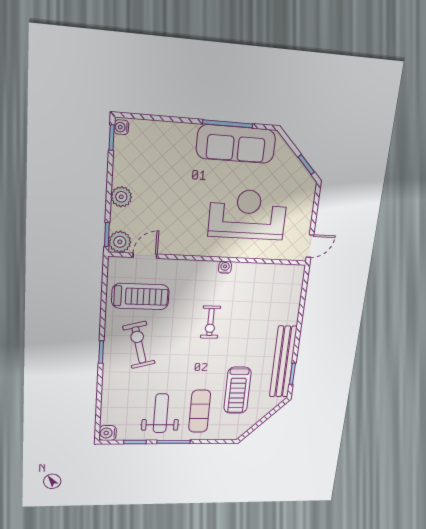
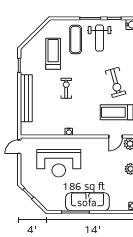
sofa: (236, 144) -> (87, 202), moved
exercise bike: (210, 322) -> (66, 88), moved
bench: (283, 362) -> (26, 98), moved

